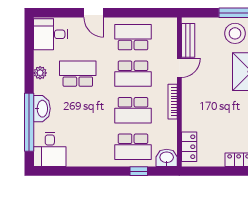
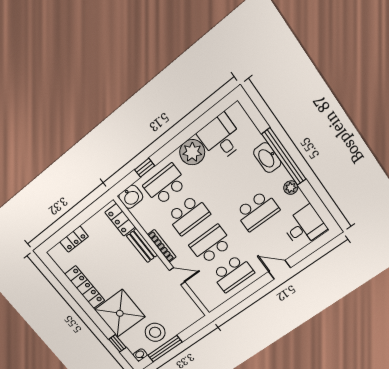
bench: (188, 40) -> (142, 246), moved
door: (179, 68) -> (177, 276), swing flipped
school desk: (133, 110) -> (188, 215), turned 180
window: (29, 122) -> (284, 157), moved
desk: (50, 149) -> (221, 138), moved
plant: (94, 155) -> (192, 152), added

